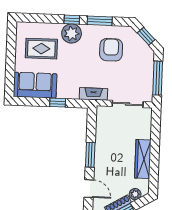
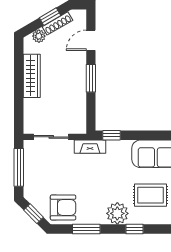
window: (72, 20) -> (135, 229), moved
armchair: (111, 50) -> (63, 207), moved, turned -90
window: (58, 103) -> (112, 135), moved
door: (89, 189) -> (91, 40), hinge flipped

